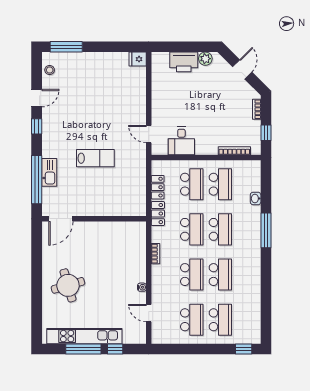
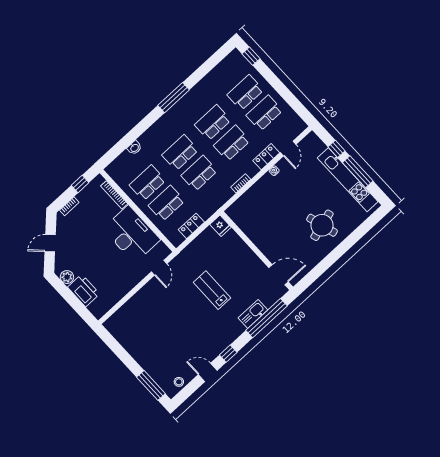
fridge: (138, 59) -> (221, 226), moved
desk: (181, 141) -> (132, 234), width x1.87, depth x1.30
locker: (158, 214) -> (266, 157), moved
window: (266, 230) -> (174, 98), moved

